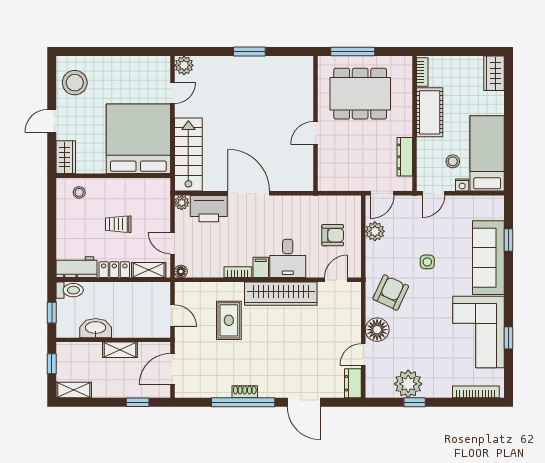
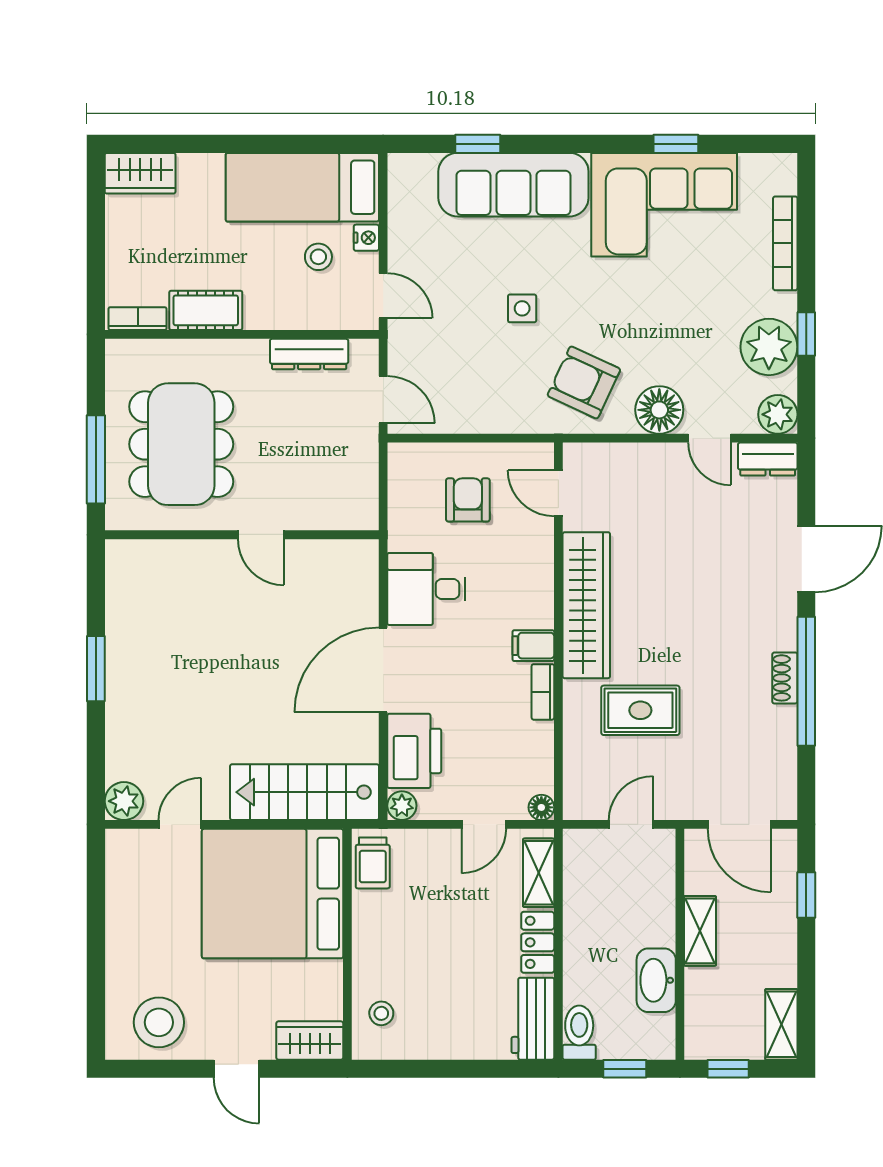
door: (172, 93) -> (180, 824), hinge flipped
cot: (430, 112) -> (206, 310), width x0.73, depth x0.75
trolley: (118, 224) -> (373, 863), moved
plant: (375, 231) -> (778, 414), moved
desk: (288, 258) -> (426, 589), moved, turned 180
bookcase: (476, 392) -> (785, 243), moved

